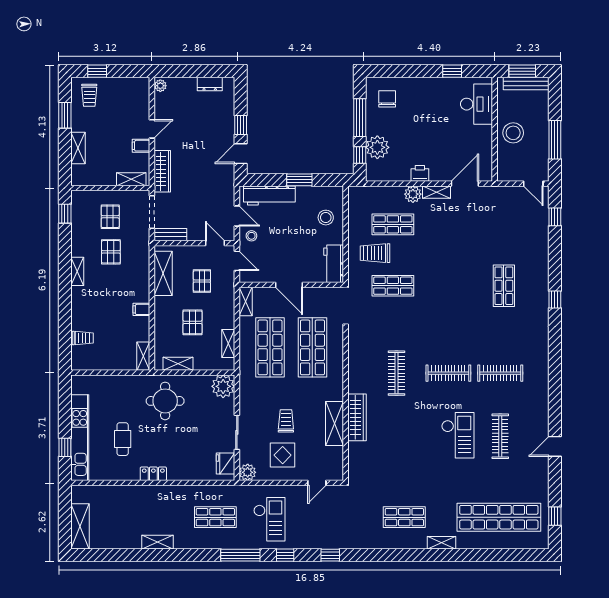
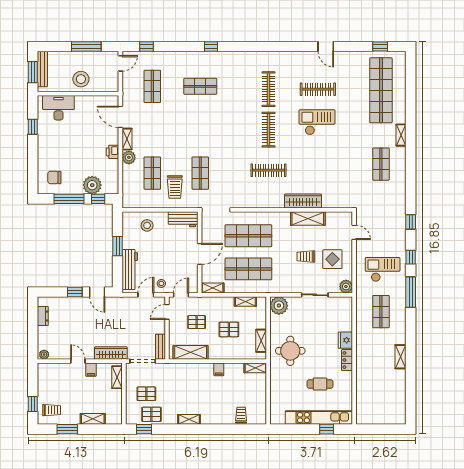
shop shelf: (504, 224) -> (152, 86), added
pallet: (111, 252) -> (151, 414), moved
fridge: (226, 464) -> (345, 340), moved, turned 90
shelving: (80, 526) -> (388, 417), removed

